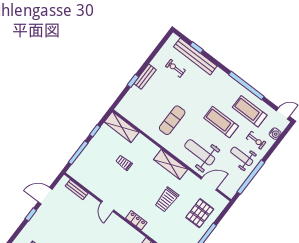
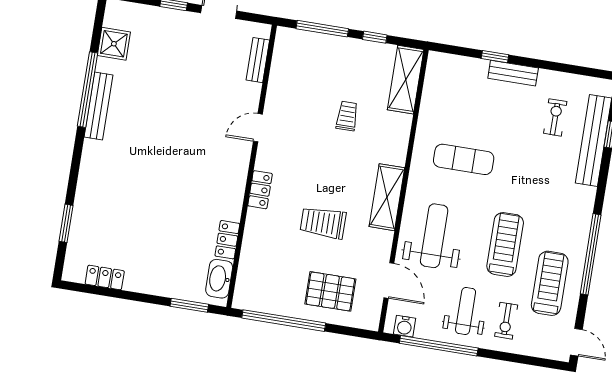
water cooler: (275, 134) -> (405, 326), moved

